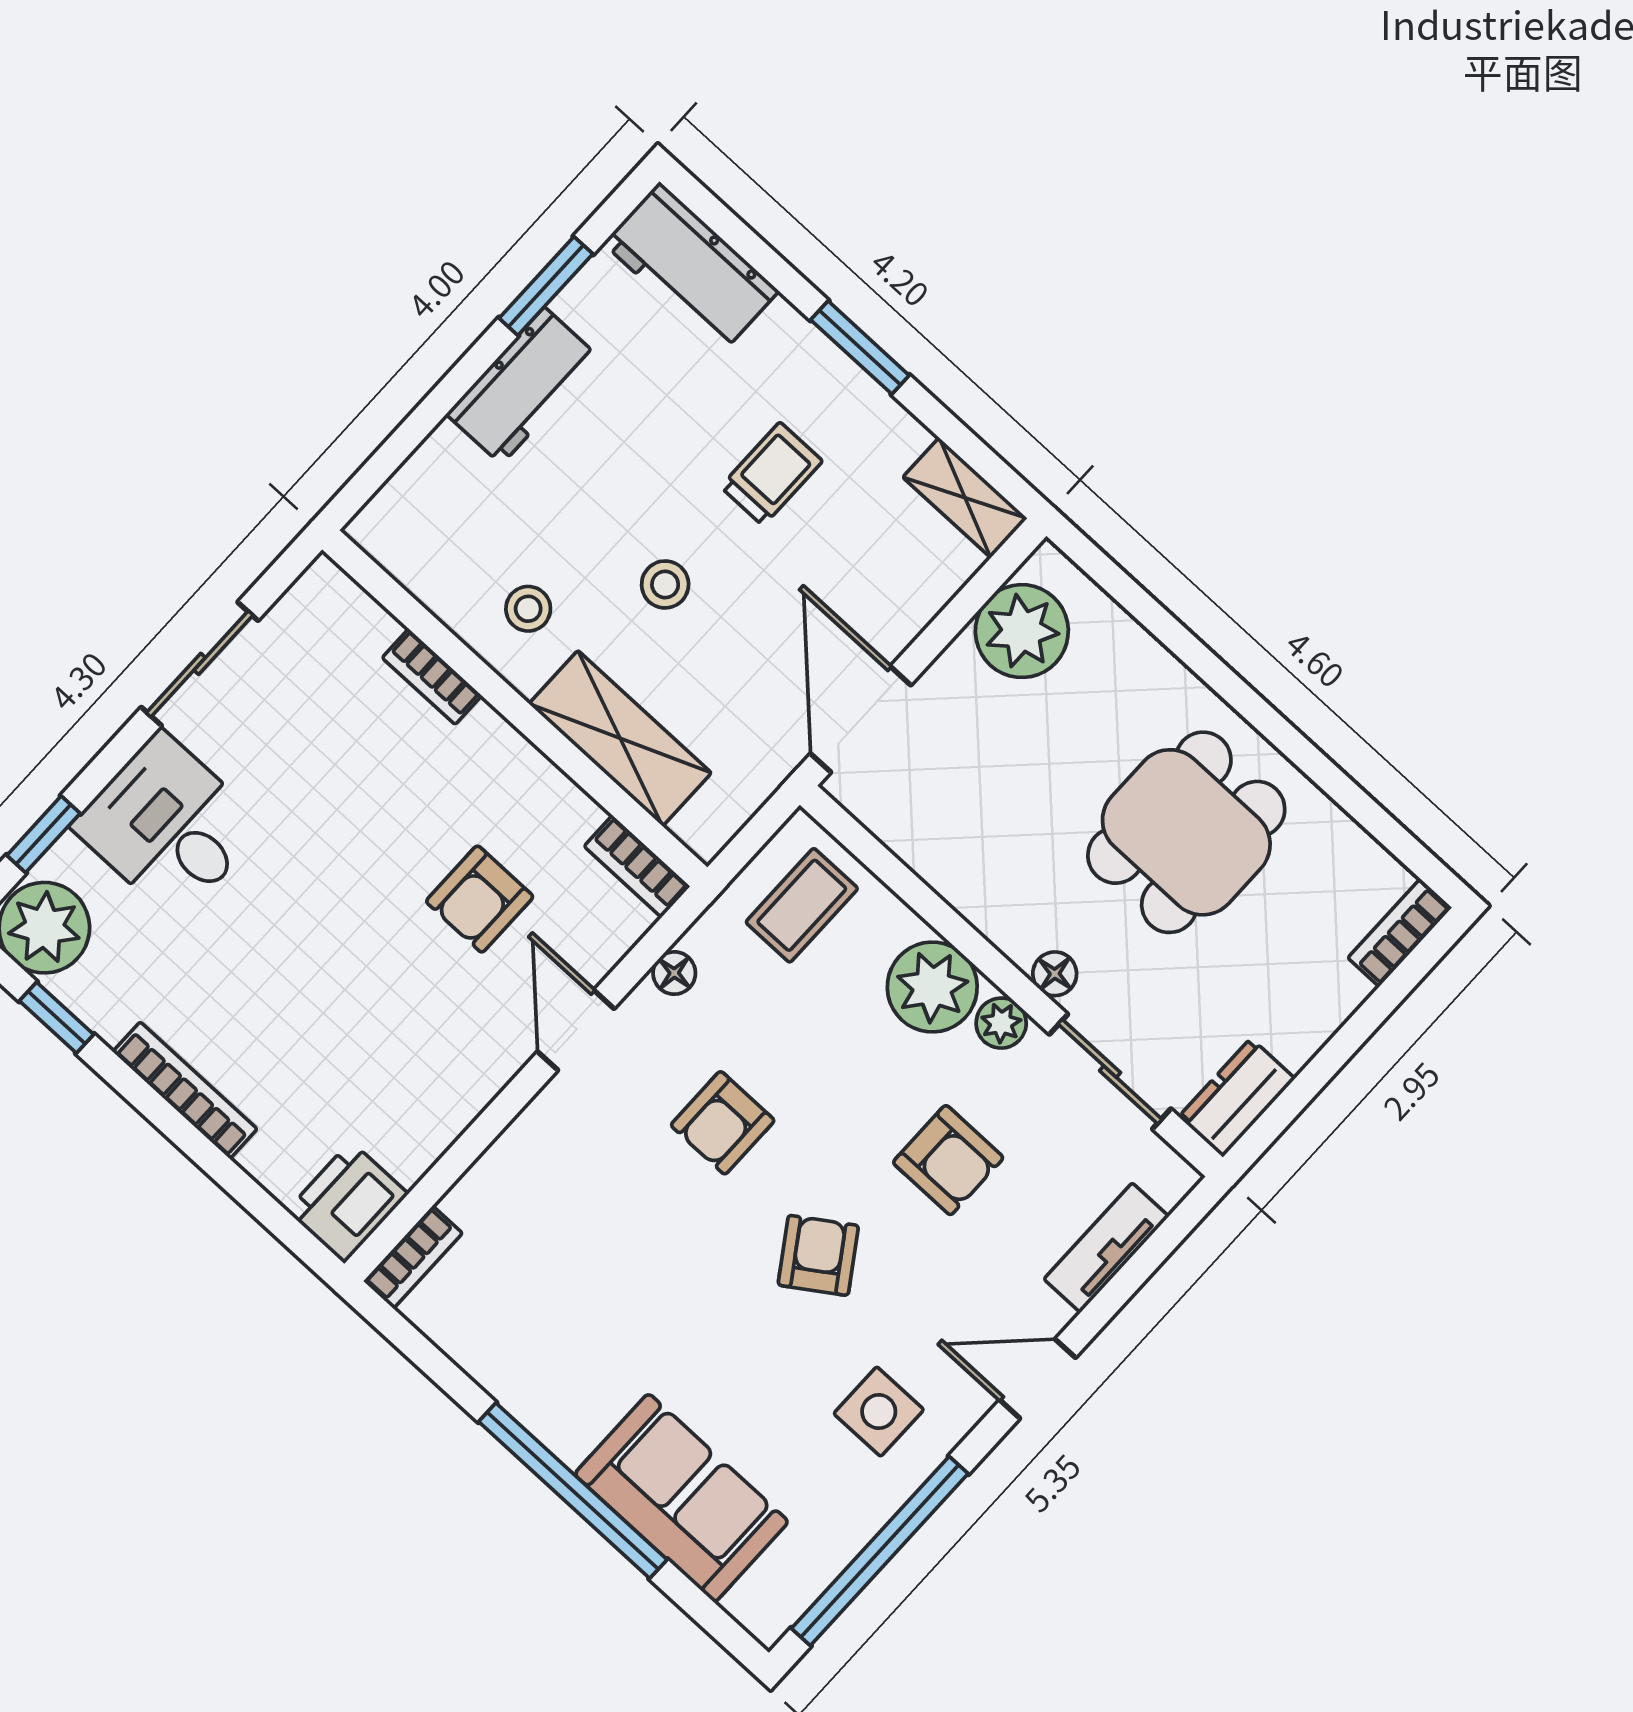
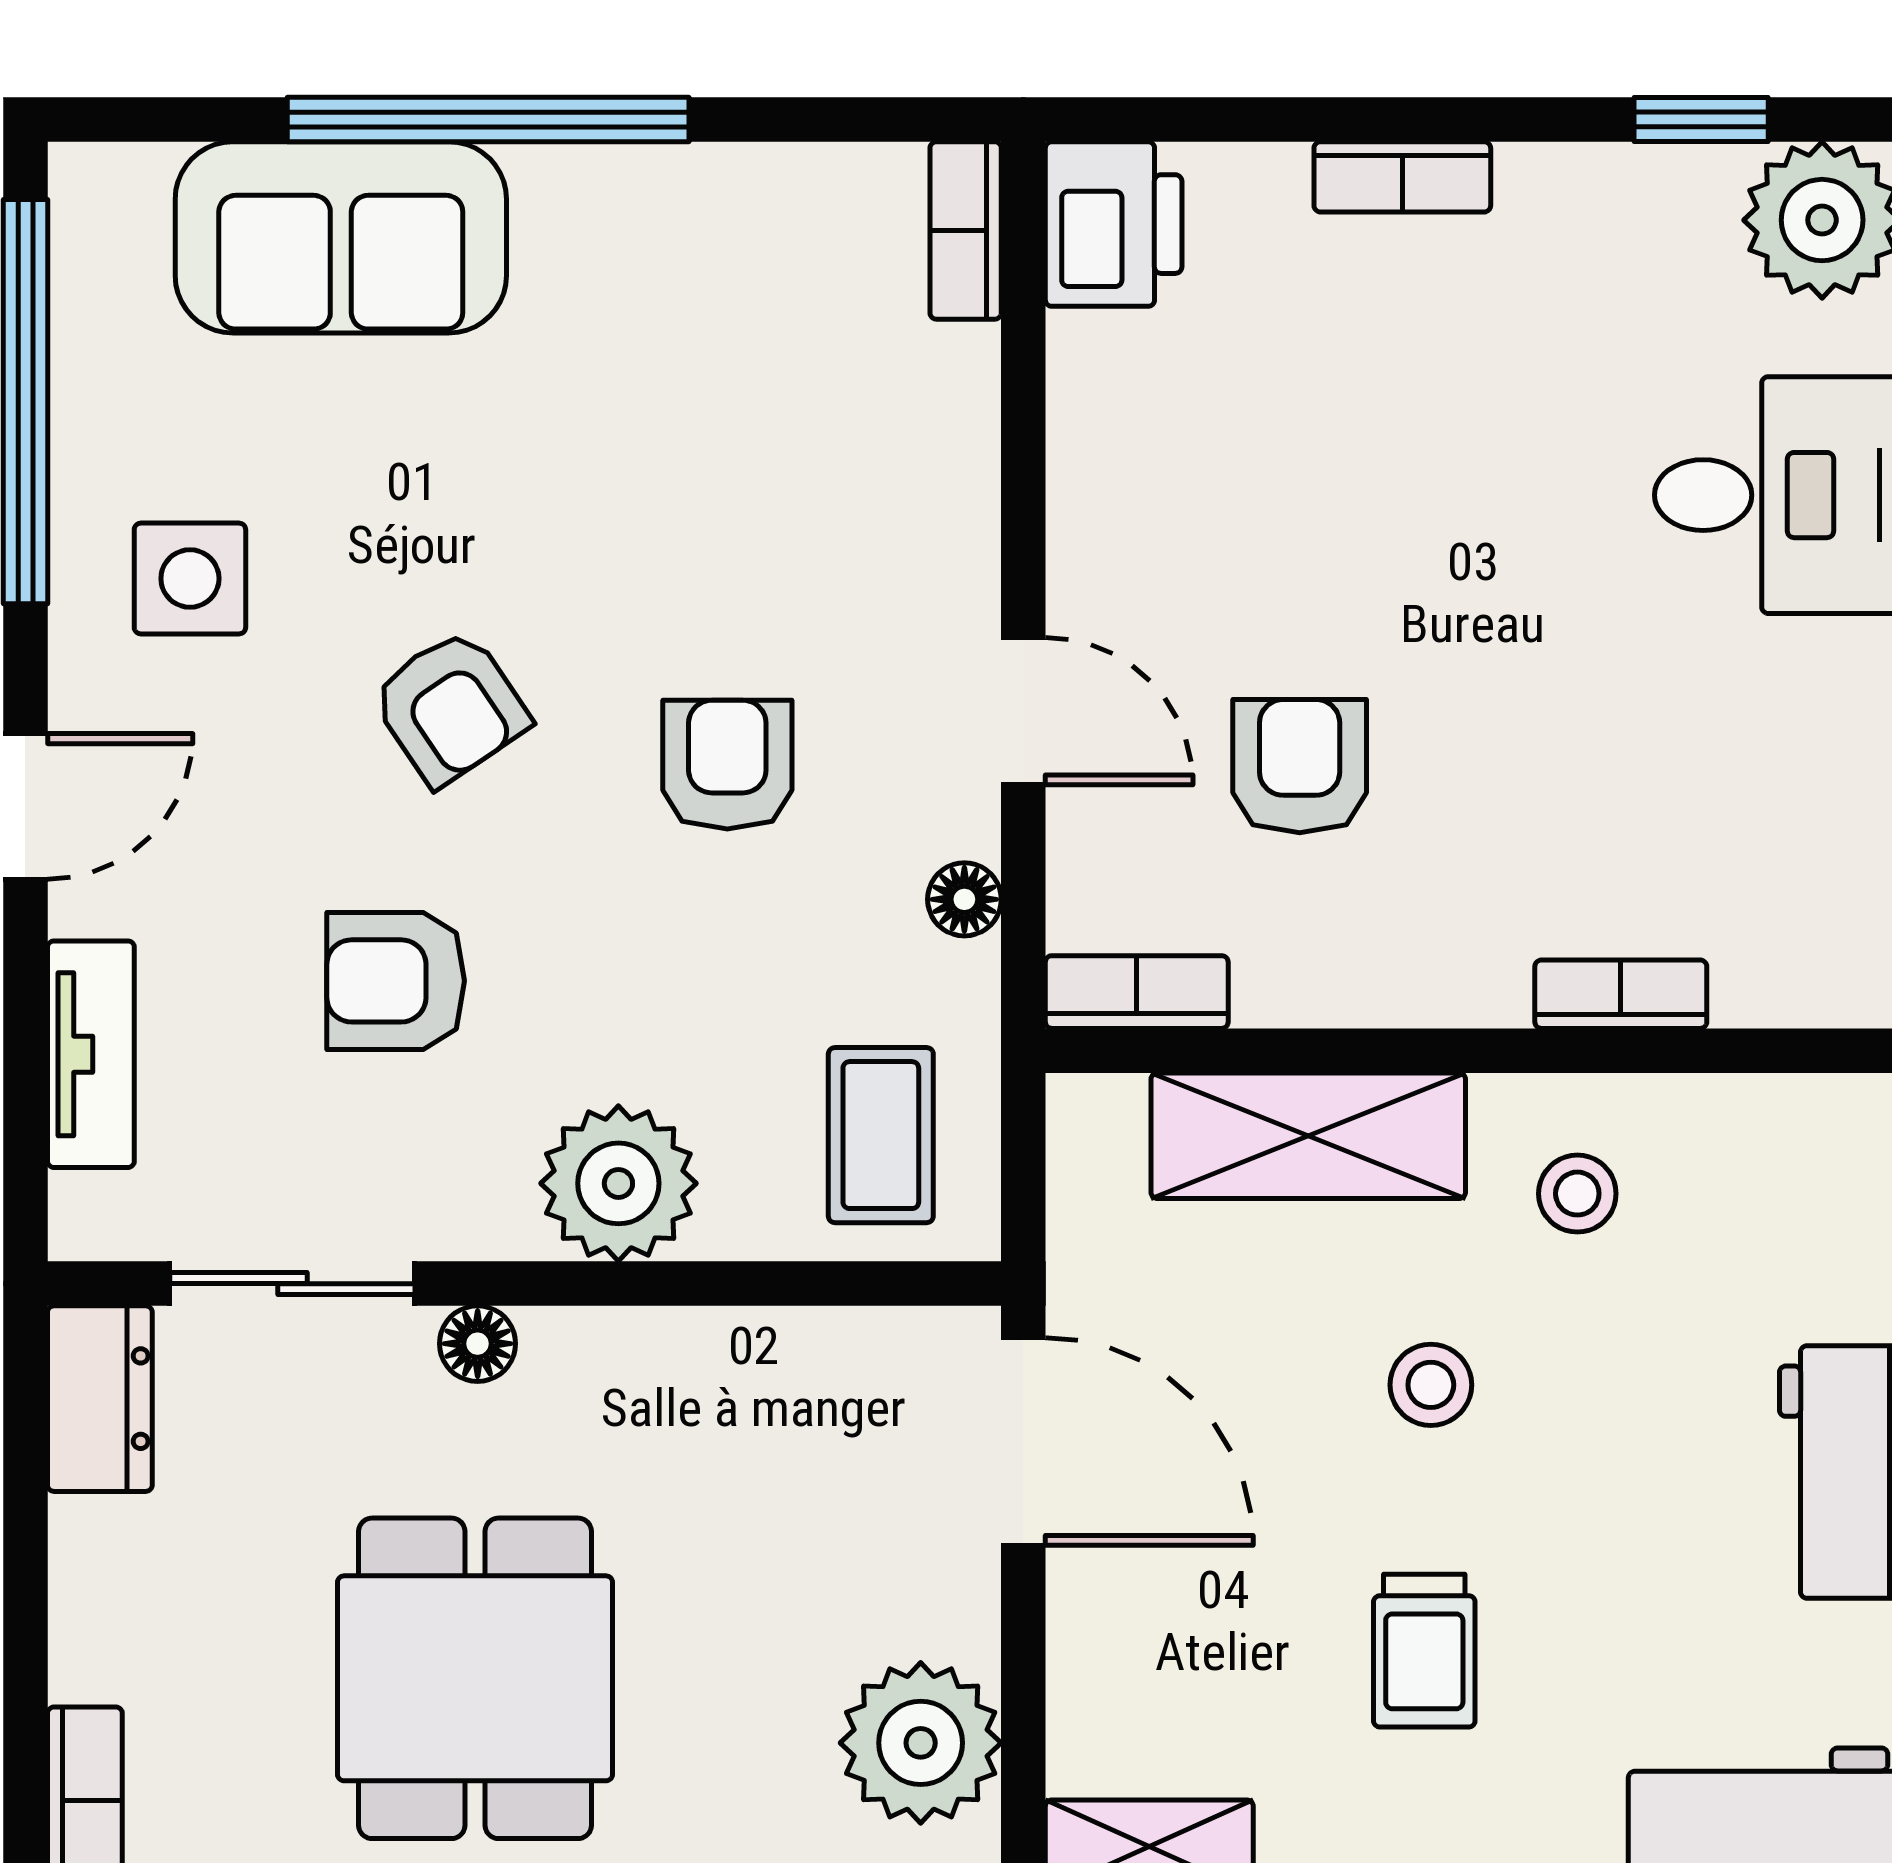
plant: (1001, 1023) -> (488, 1218), removed
bookcase: (185, 1090) -> (1402, 177), width x0.64

